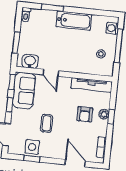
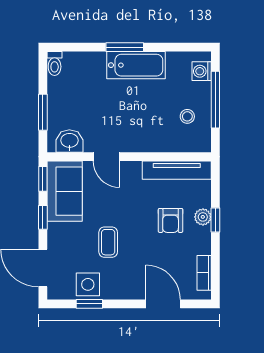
window: (52, 8) -> (125, 47), moved

